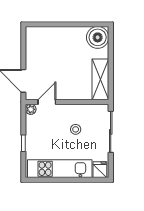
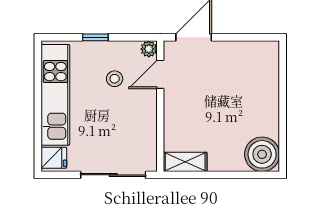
shelving: (100, 79) -> (185, 162), width x0.67, depth x0.75
door: (47, 102) -> (160, 74), swing flipped
stool: (76, 129) -> (115, 79), moved

